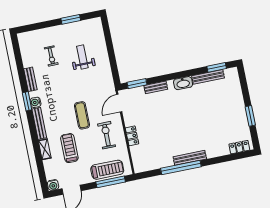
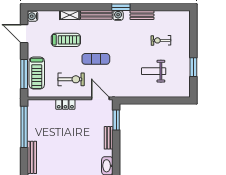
weight bench: (82, 57) -> (154, 71), turned 180
window: (181, 167) -> (24, 127), moved

